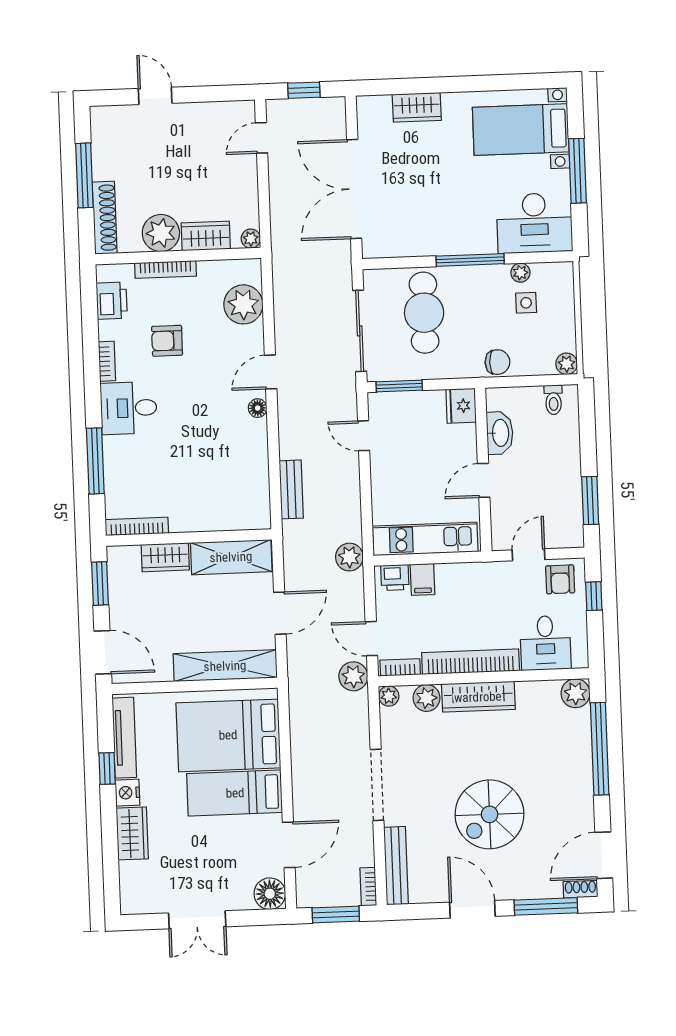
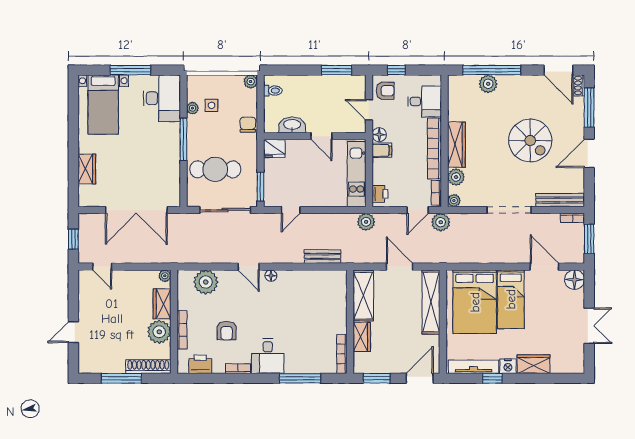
floor lamp: (489, 573) -> (379, 135), added
filing cabinet: (423, 579) -> (382, 150), moved
plant: (576, 693) -> (488, 84), moved

